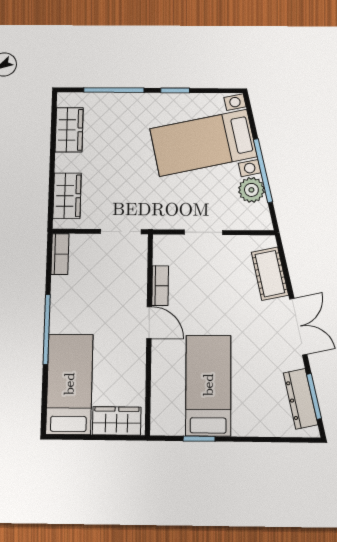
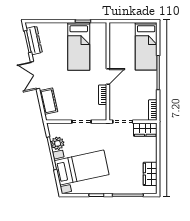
wardrobe: (67, 196) -> (145, 130), moved, turned -90
door: (149, 323) -> (108, 76), swing flipped
wardrobe: (117, 421) -> (123, 29), removed

